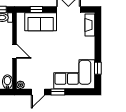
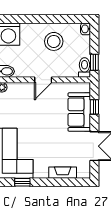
fireplace: (90, 25) -> (63, 173), moved

